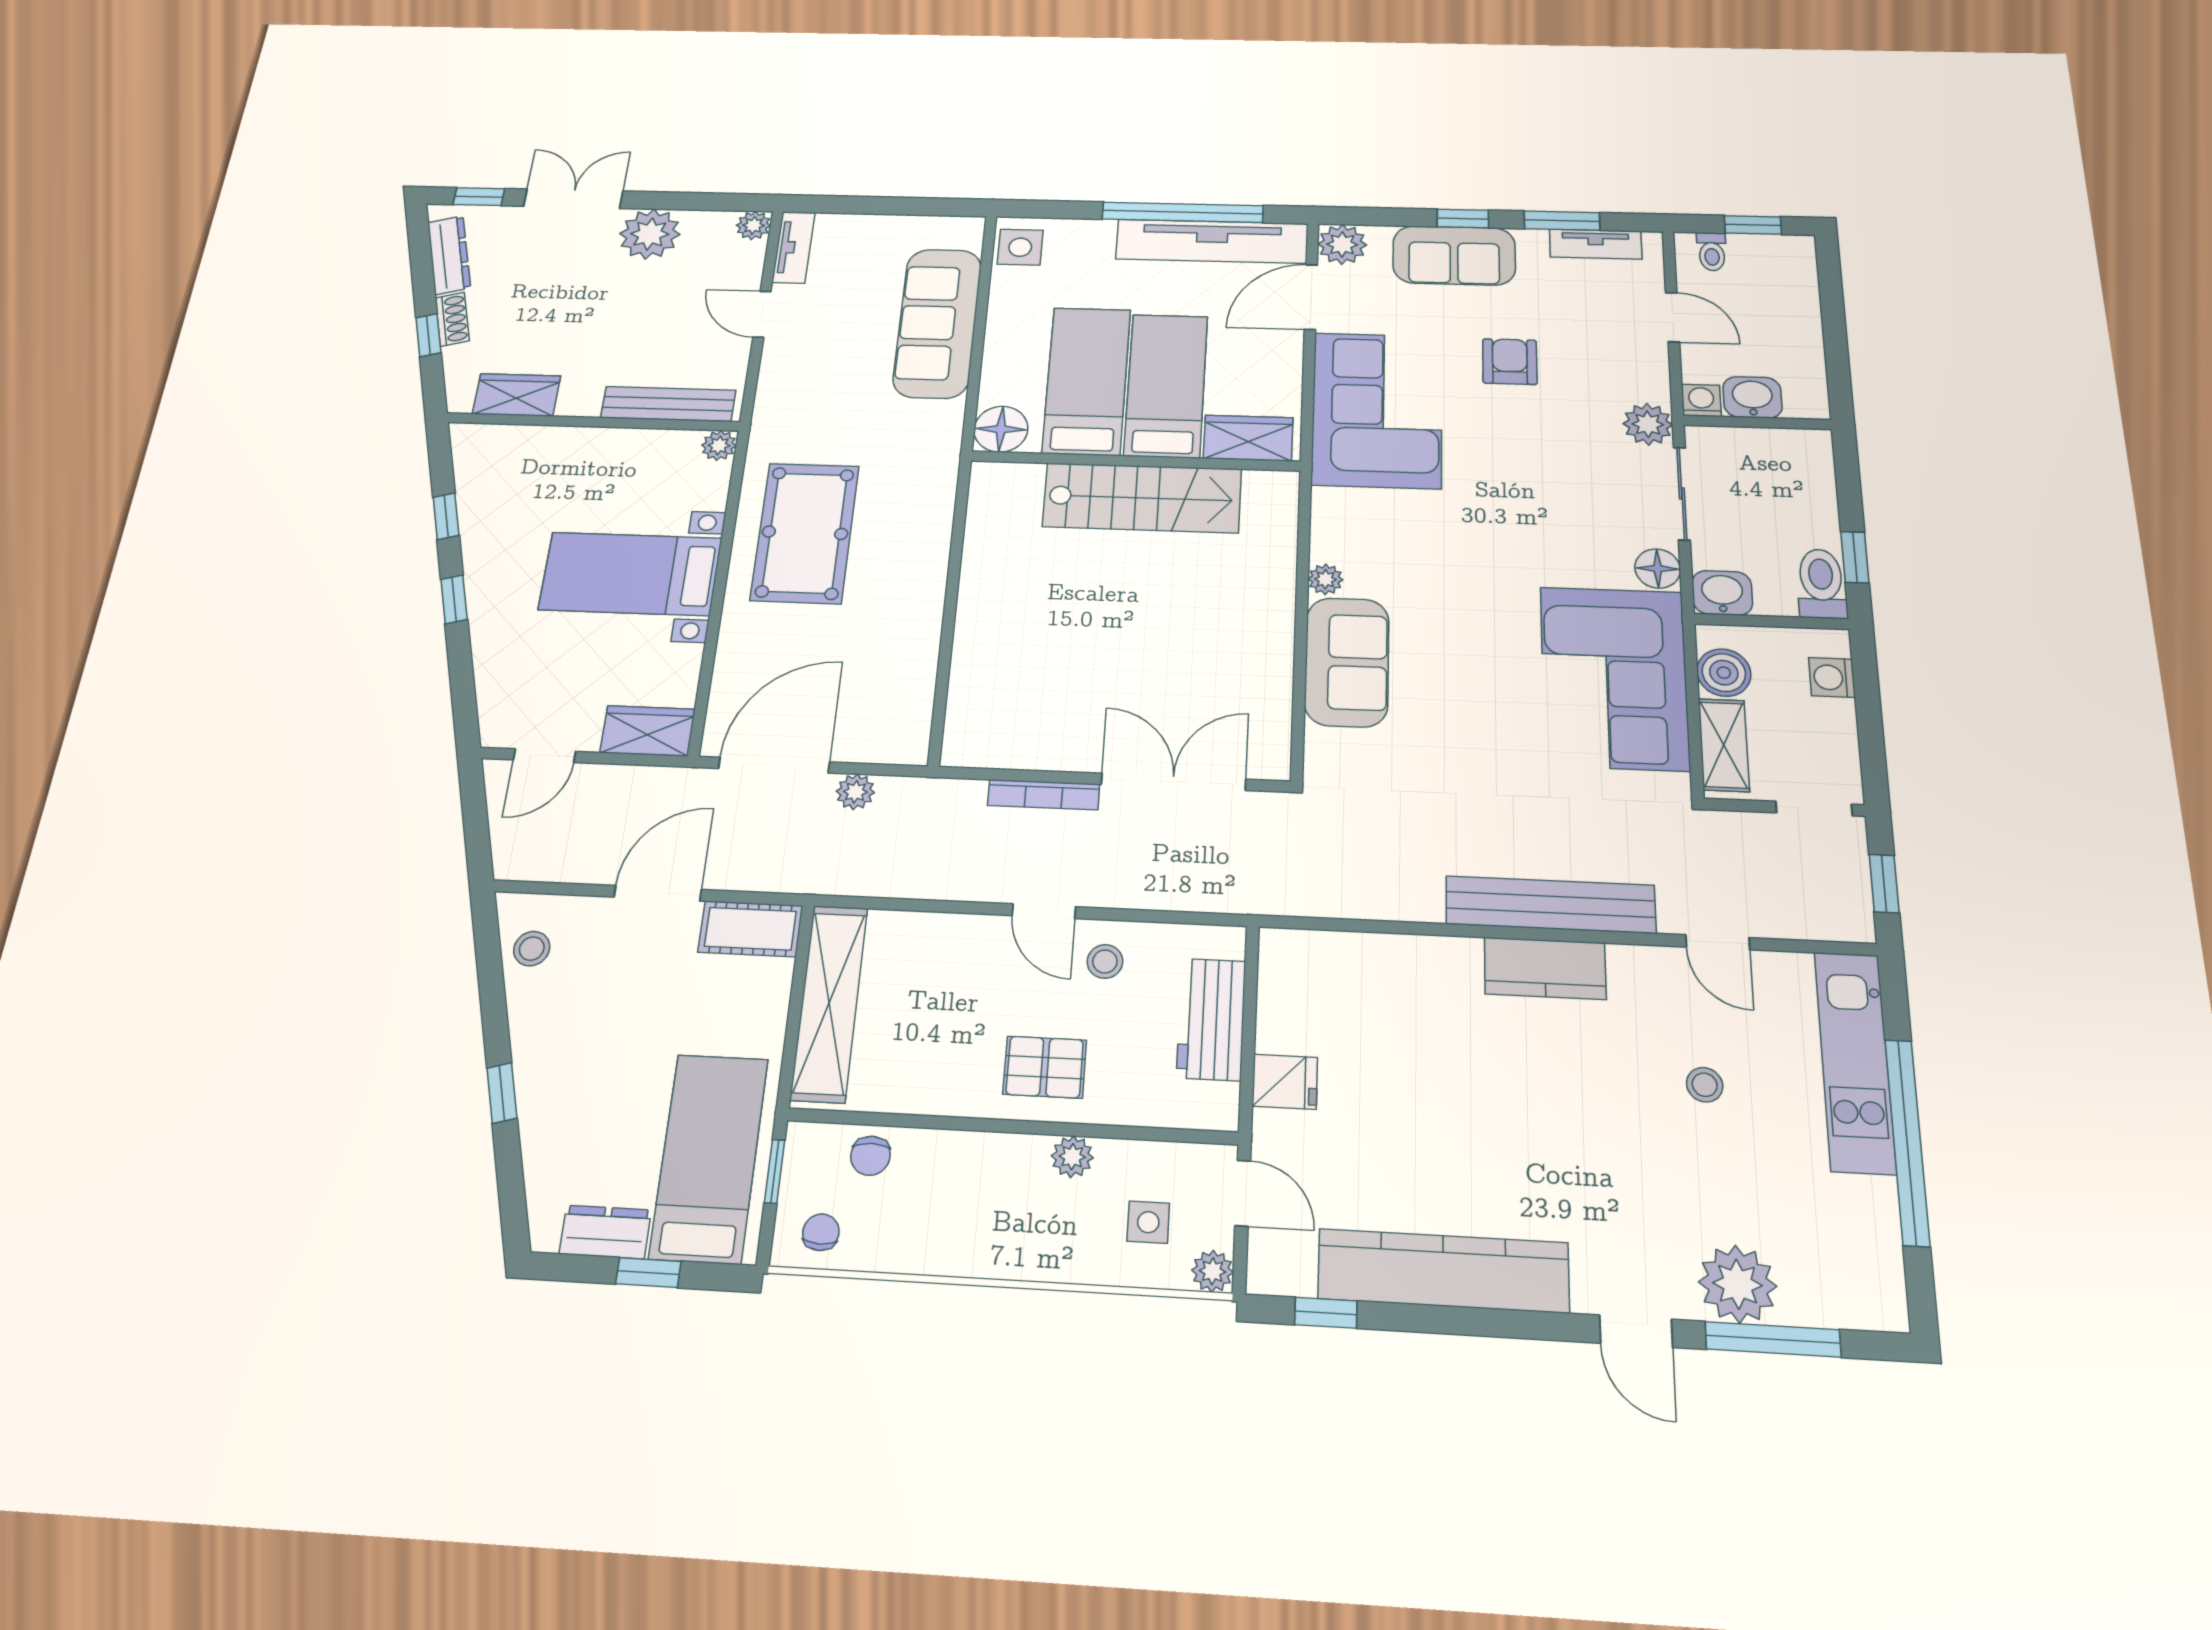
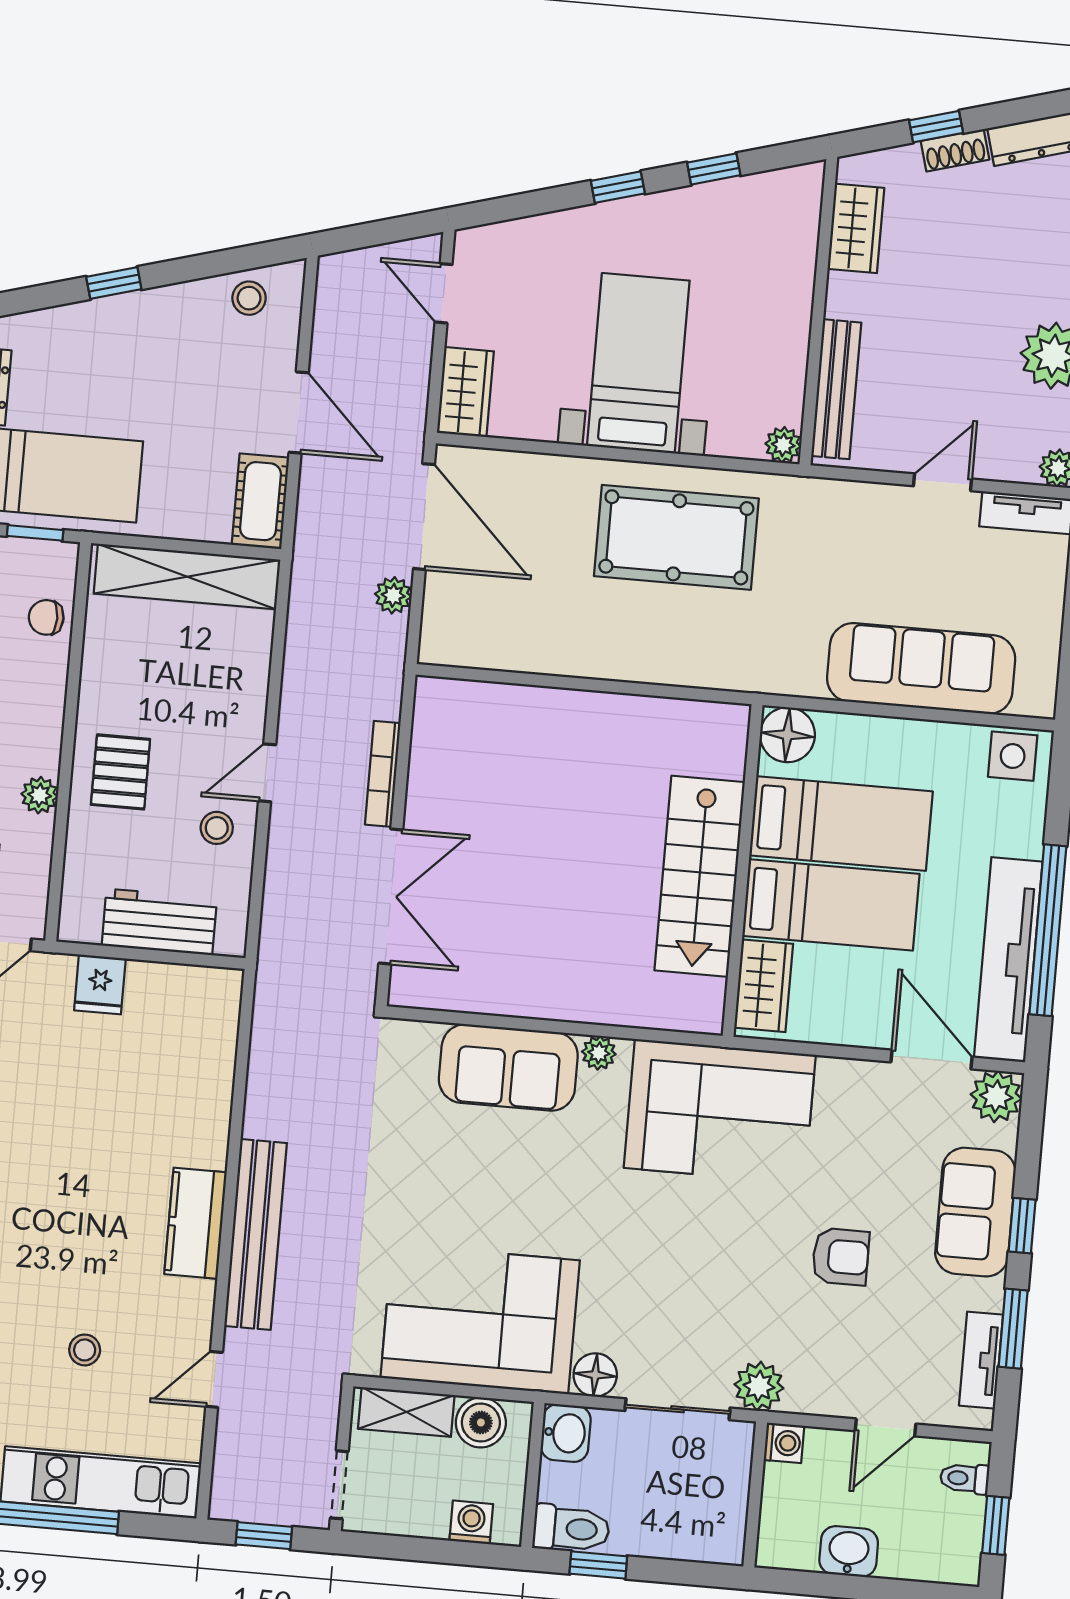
washbasin: (1752, 397) -> (849, 1551), moved, turned -90
corner sofa: (1377, 410) -> (720, 1111), moved

